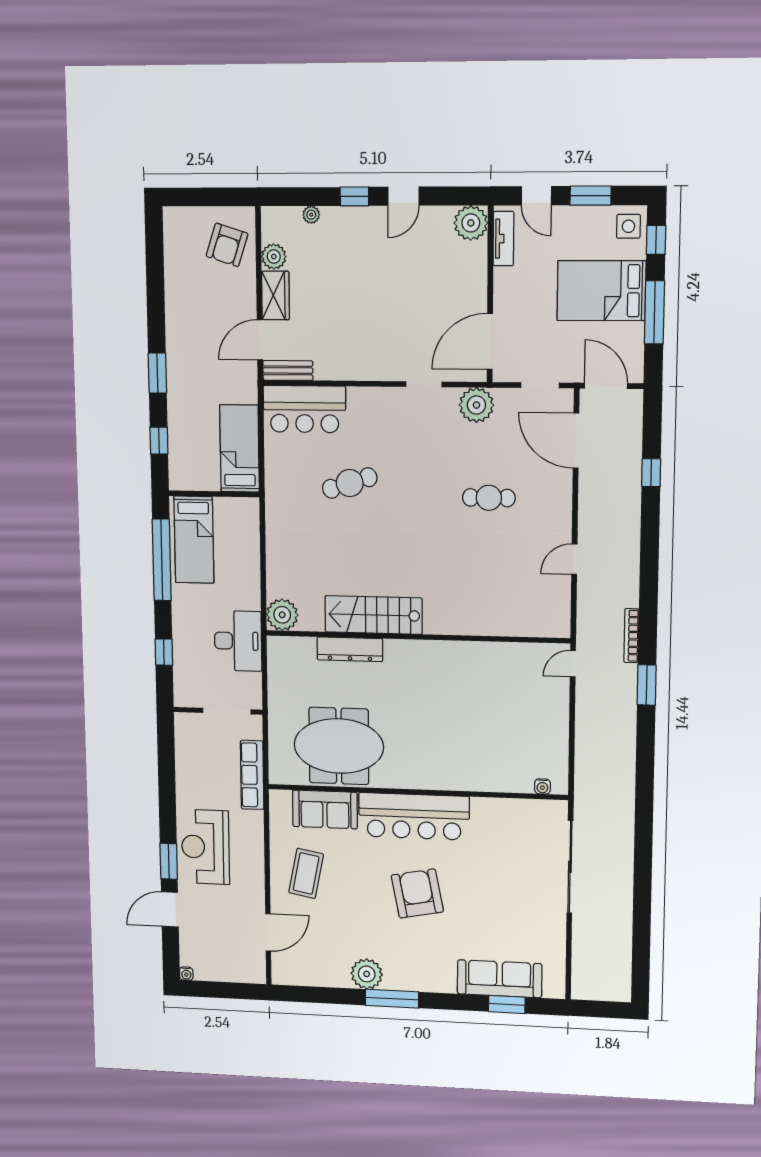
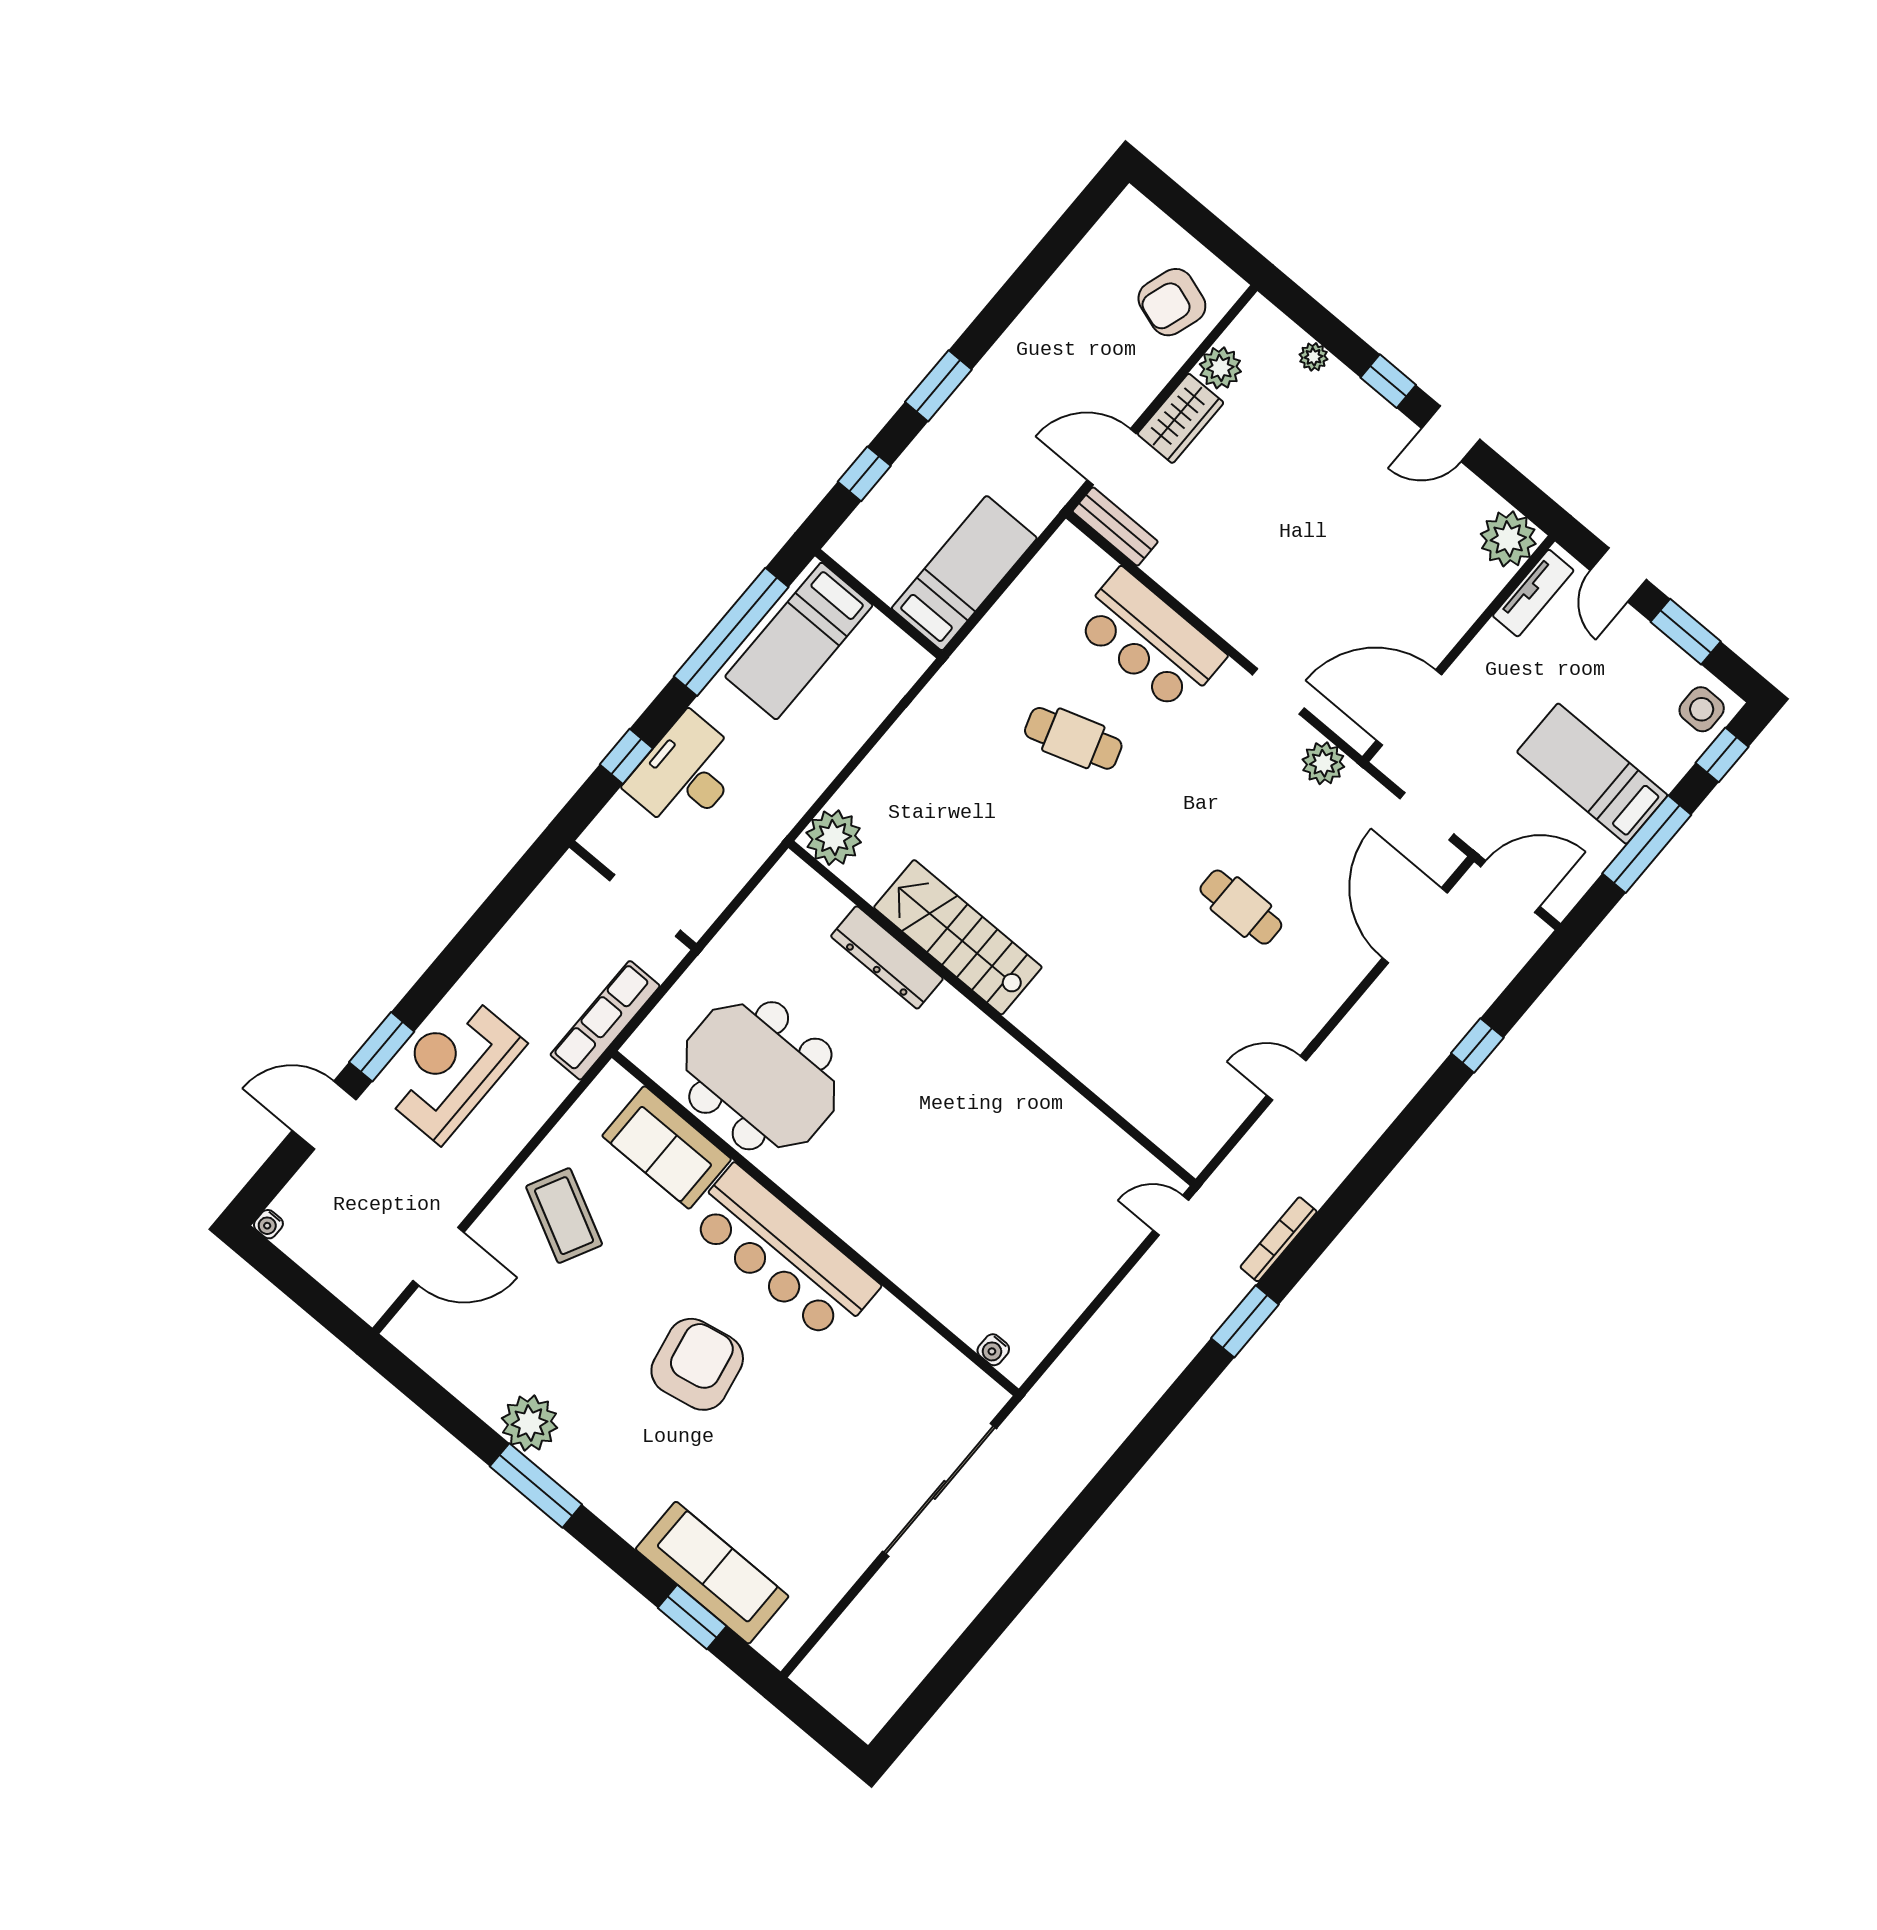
bed: (601, 291) -> (1592, 774), width x0.67
door: (606, 386) -> (1510, 887), hinge flipped
plant: (476, 405) -> (1323, 763), width x0.73, depth x0.73
bar counter: (304, 409) -> (1150, 640), moved
desk: (238, 641) -> (686, 774), moved, turned 180
coffee table: (306, 873) -> (564, 1216), turned -74

